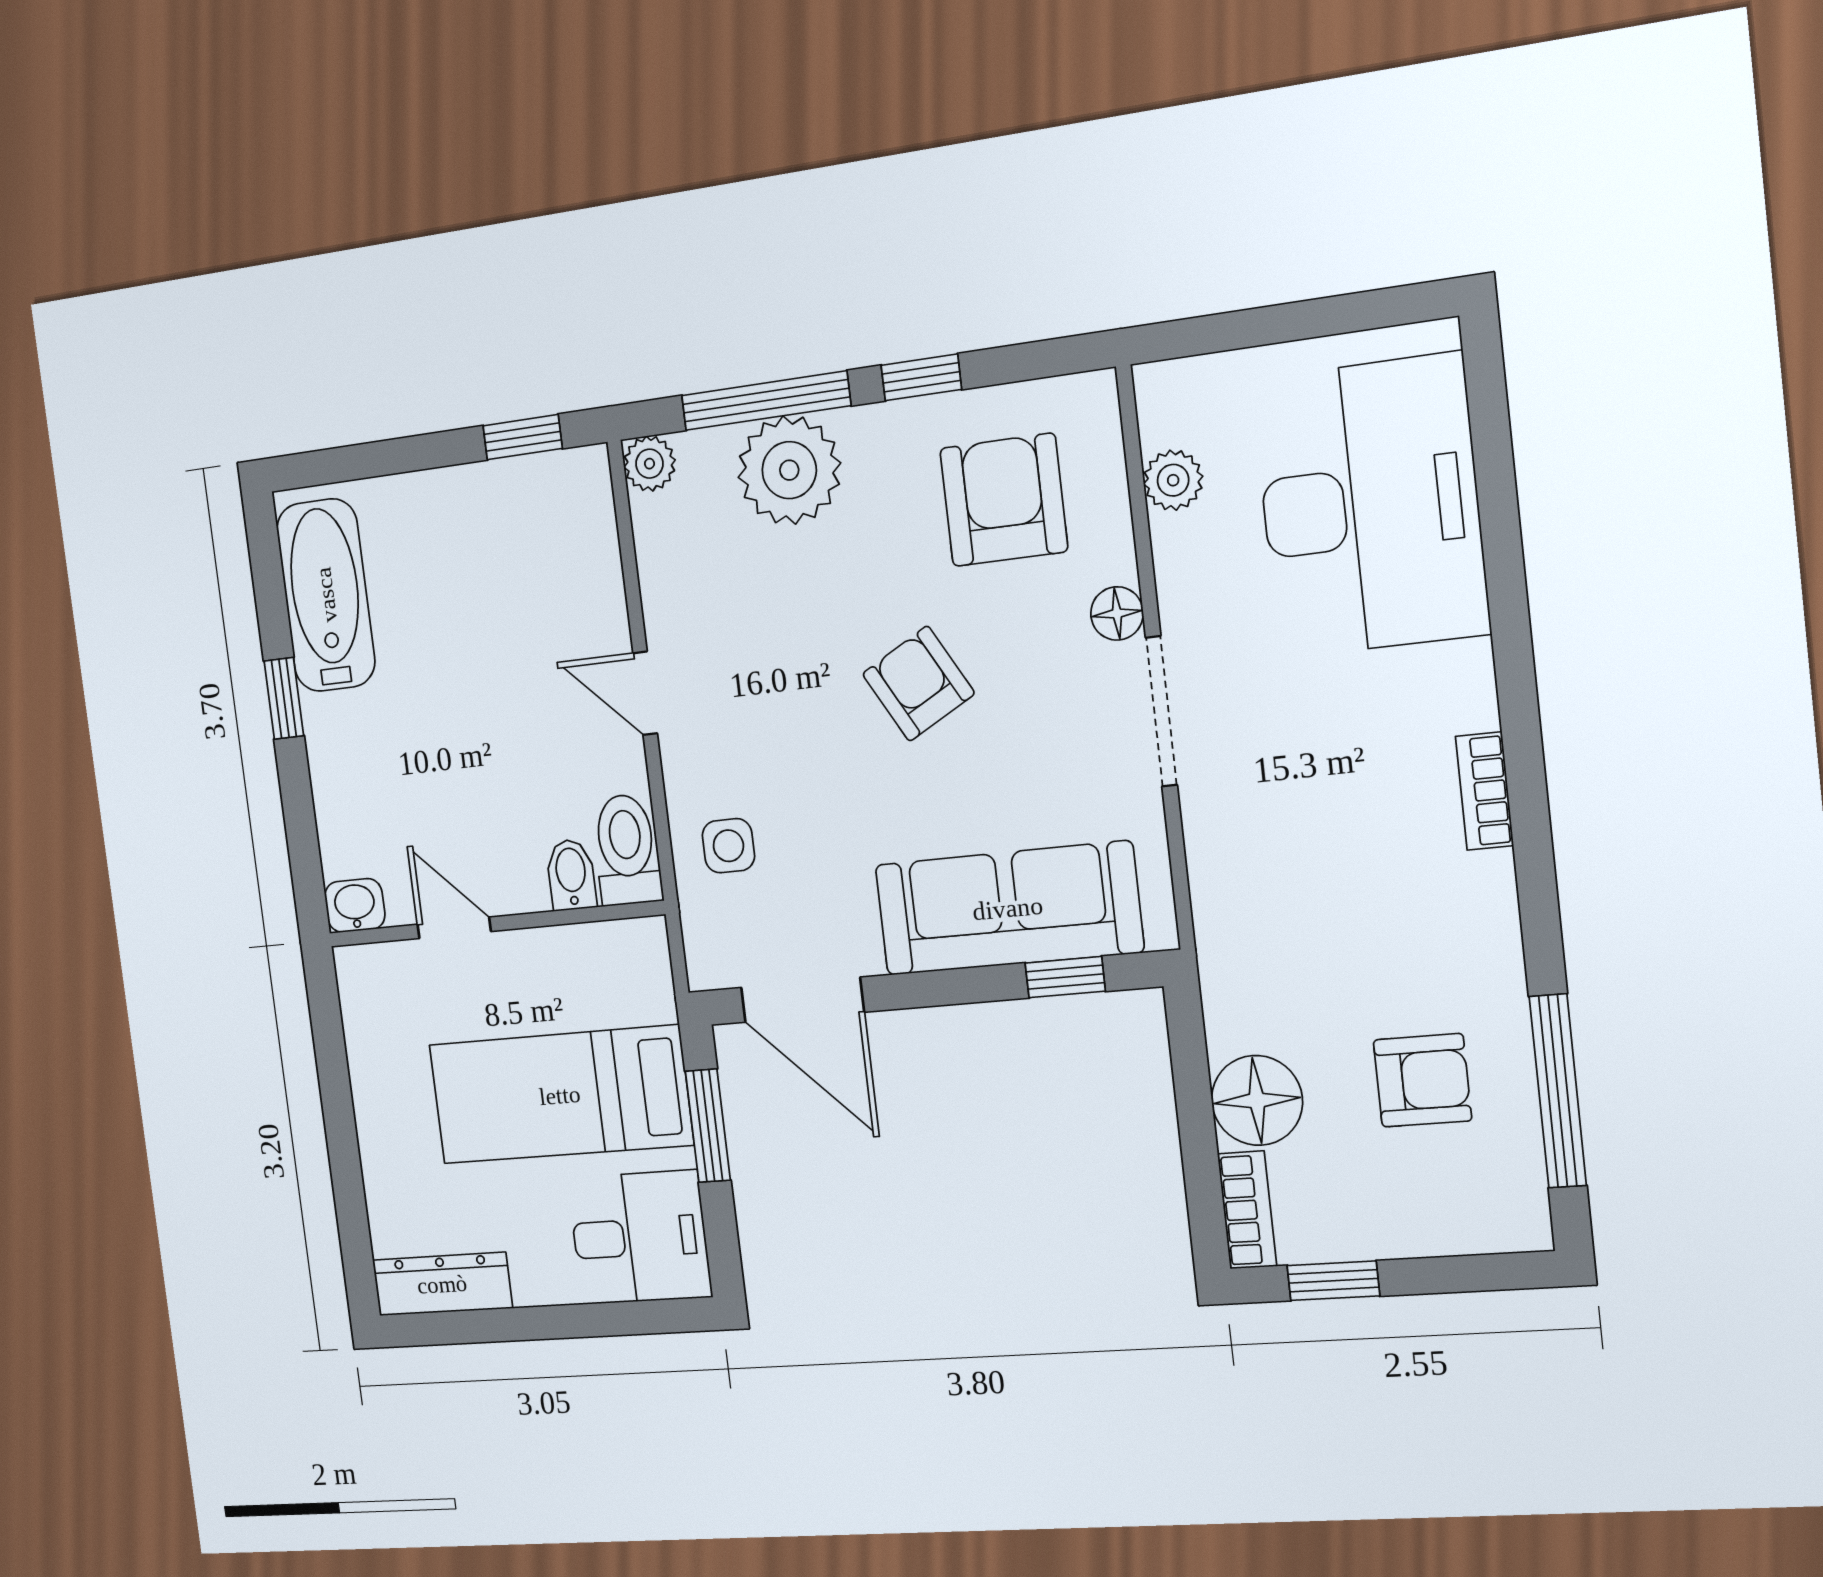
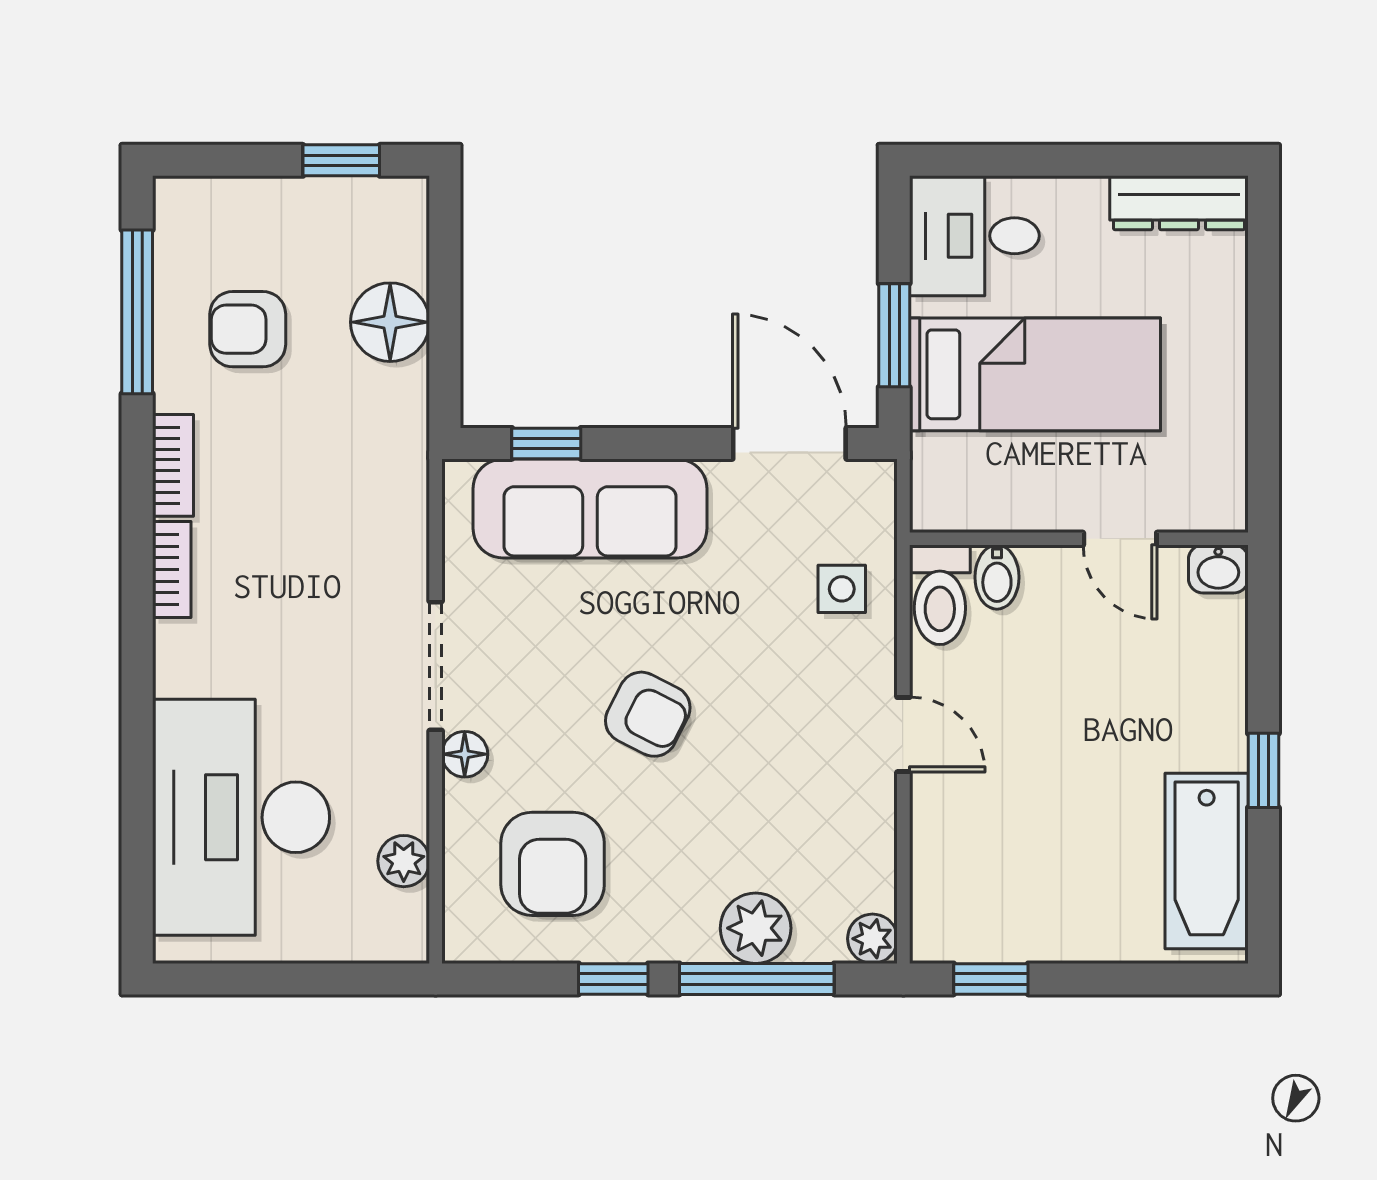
plant: (789, 470) -> (756, 928), width x0.73, depth x0.73
armchair: (918, 684) -> (648, 714), turned -34
bookcase: (1247, 1210) -> (173, 465), moved, turned 180

